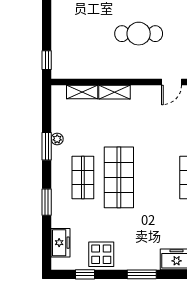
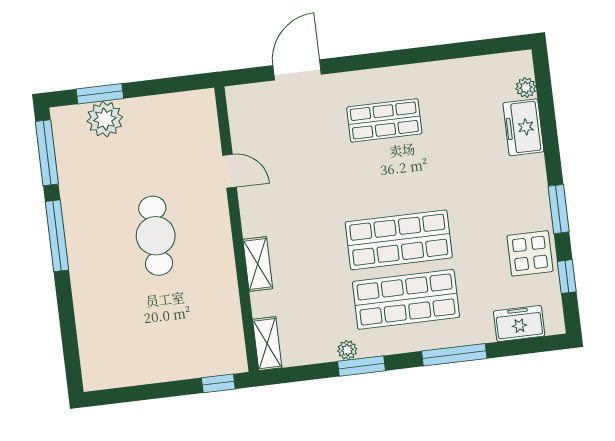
shelving: (82, 92) -> (267, 344), moved
shop shelf: (83, 177) -> (406, 299), width x1.43, depth x1.36
window: (47, 202) -> (454, 355), width x1.44
window: (142, 274) -> (559, 209), moved

